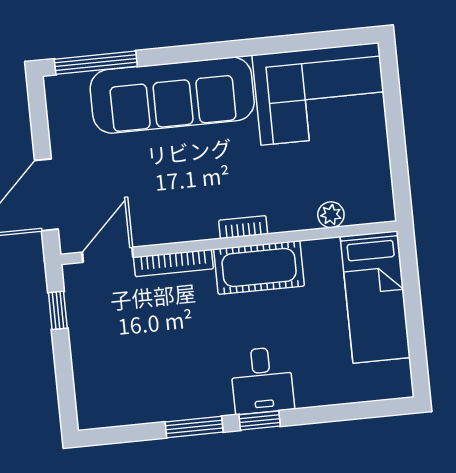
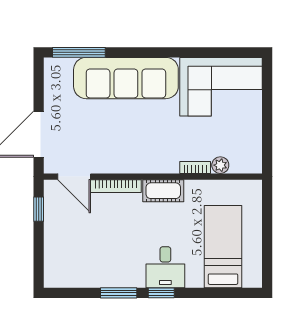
bookcase: (243, 227) -> (195, 167), moved
door: (108, 255) -> (74, 177), swing flipped
cot: (259, 267) -> (163, 191), width x0.73, depth x0.75
bed: (375, 297) -> (223, 247), moved, turned 180

